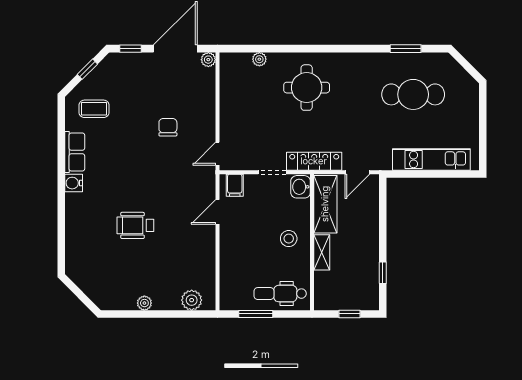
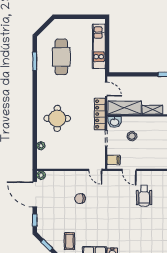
wheelchair: (135, 225) -> (144, 196), moved
stool: (289, 239) -> (132, 136), moved

